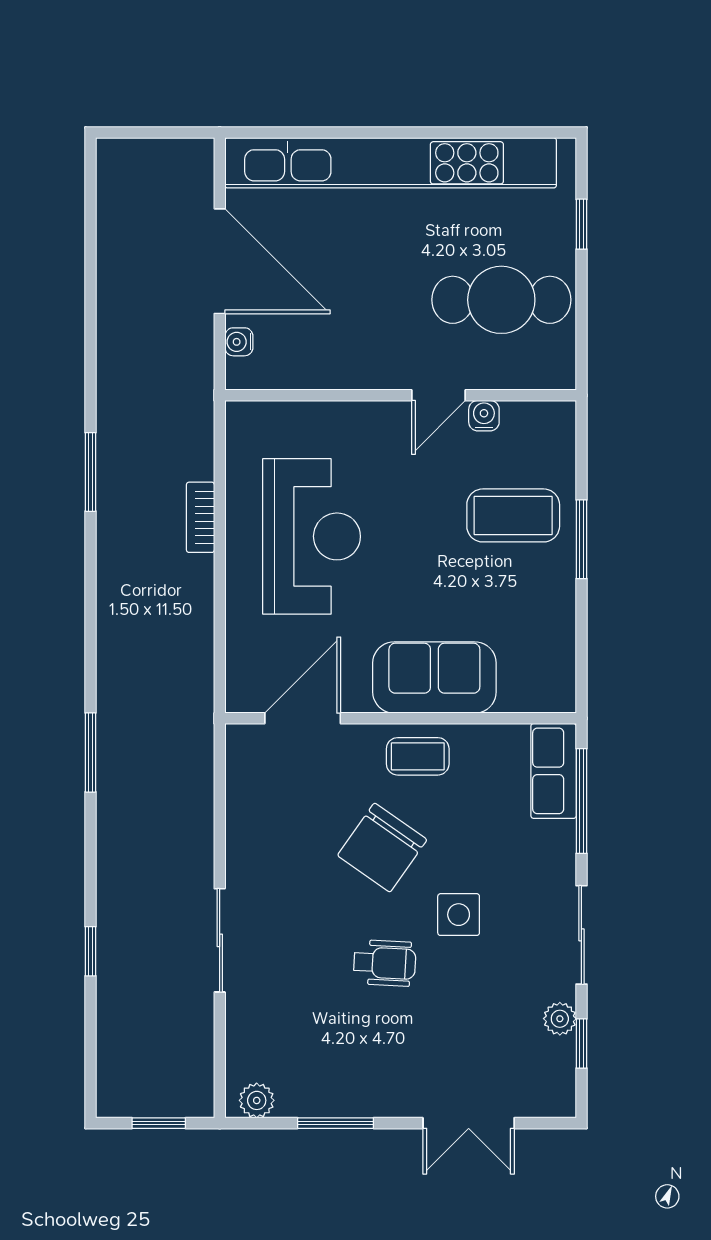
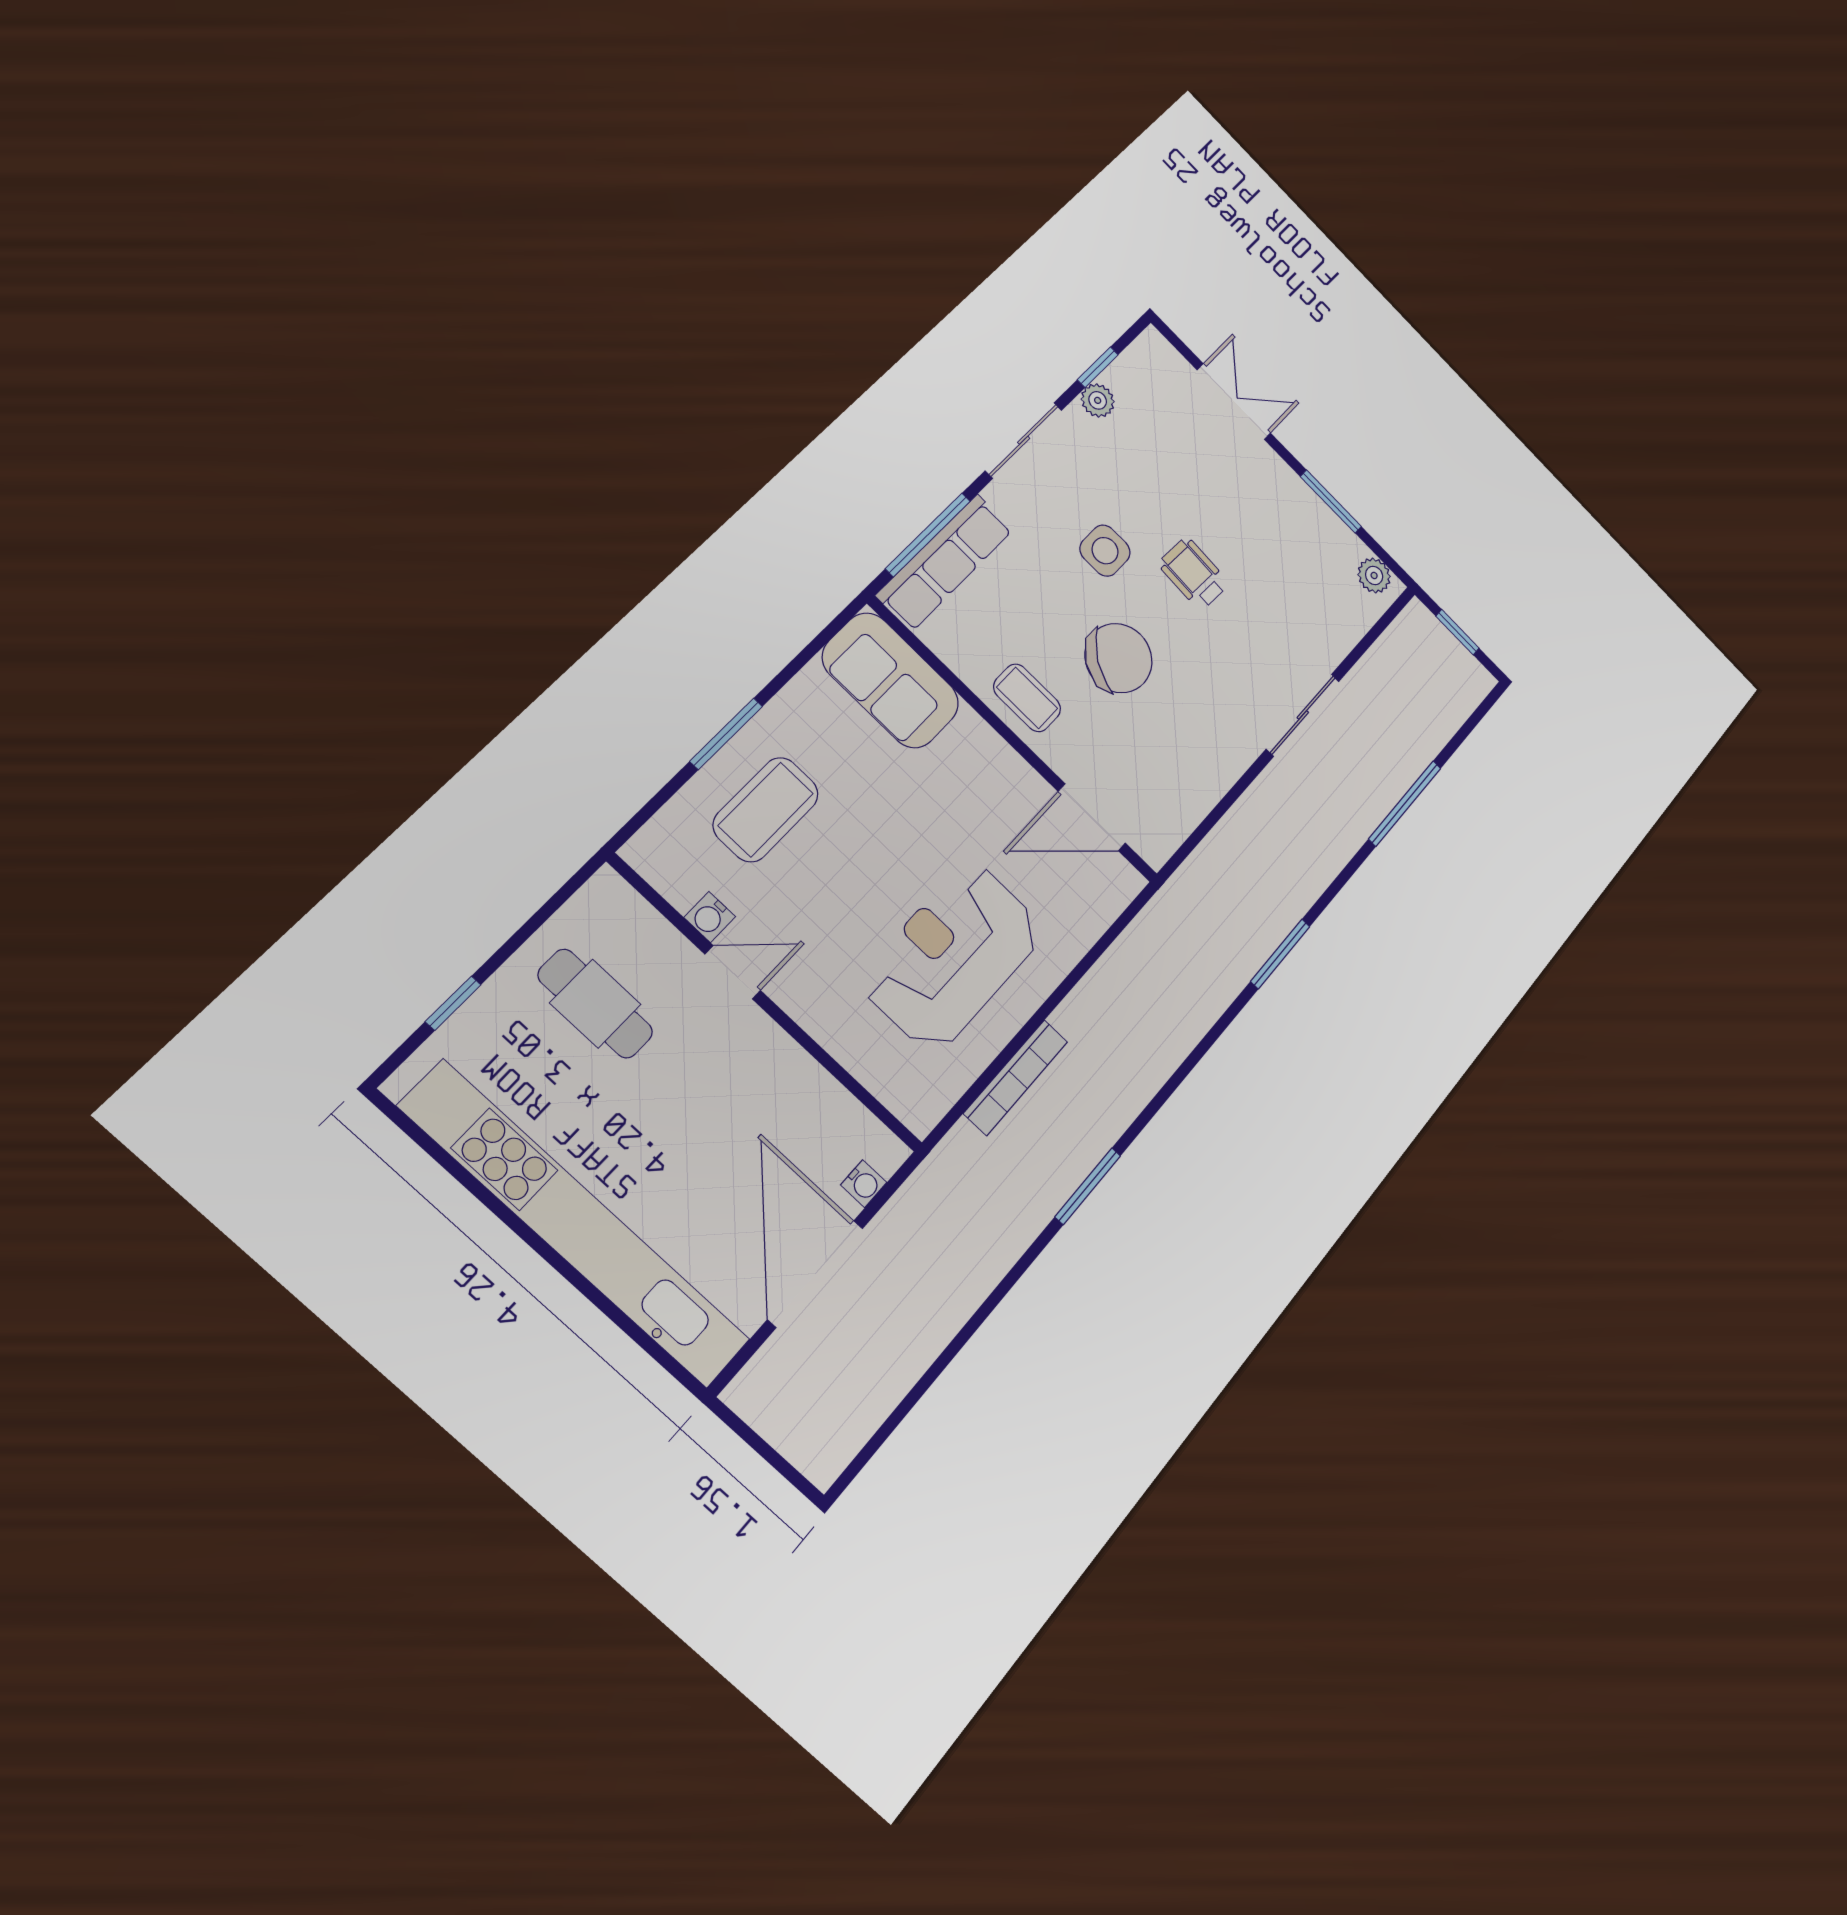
cafe table: (501, 300) -> (595, 1004), width x0.73, depth x0.74
coffee table: (513, 515) -> (766, 810), turned 90
bookcase: (200, 517) -> (1016, 1077), width x1.56
sofa: (434, 677) -> (891, 680), moved
row of seats: (554, 771) -> (945, 562), width x1.48
window: (90, 951) -> (1405, 803), width x2.17

